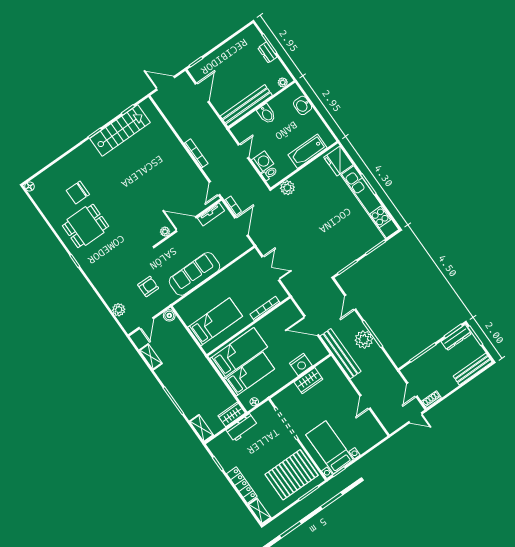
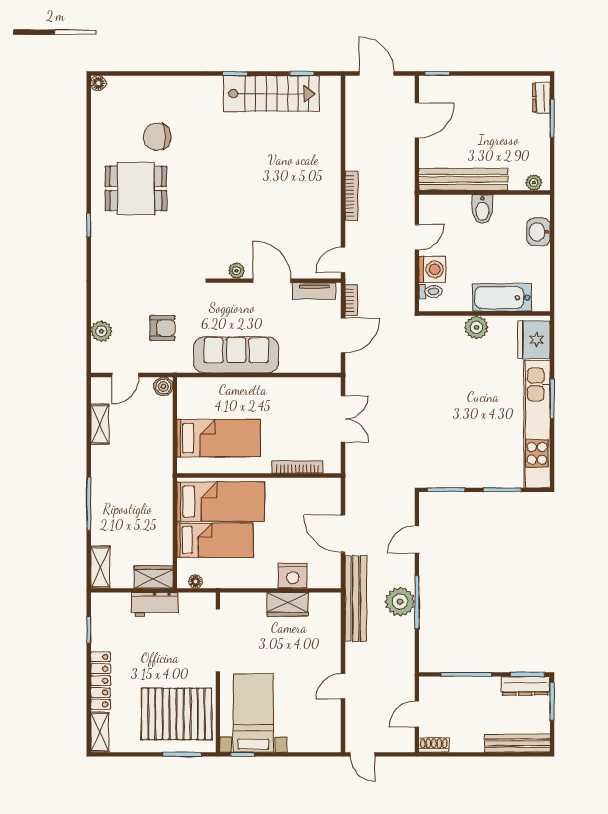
dresser: (267, 53) -> (541, 98), moved
plant: (287, 188) -> (476, 327), moved
door: (415, 418) -> (362, 754), moved

